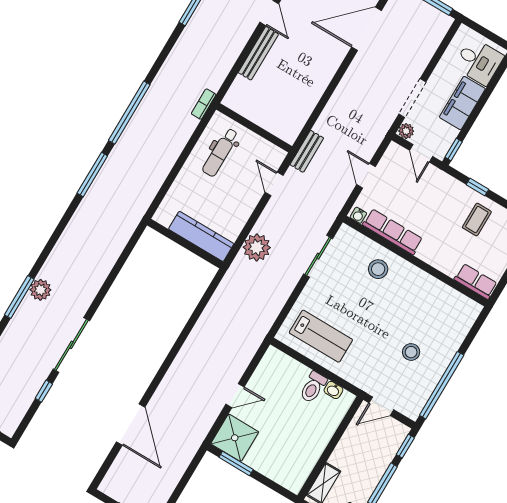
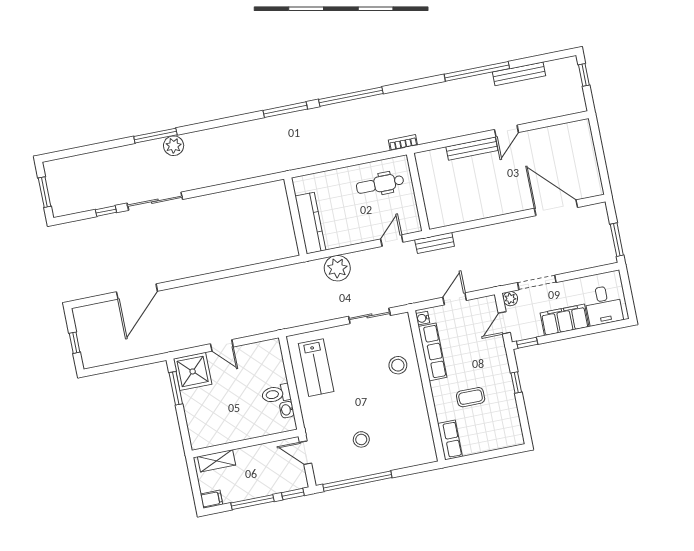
coffee table: (477, 219) -> (471, 397), moved

